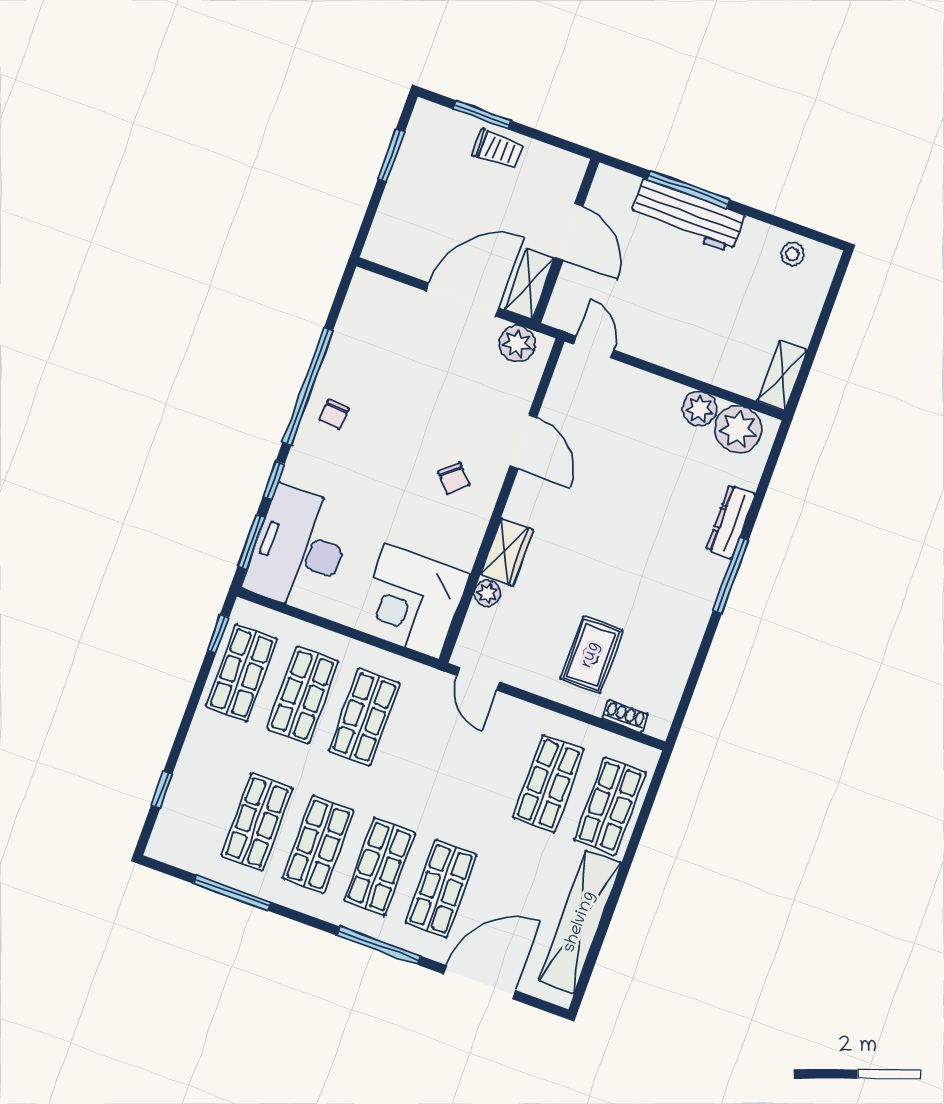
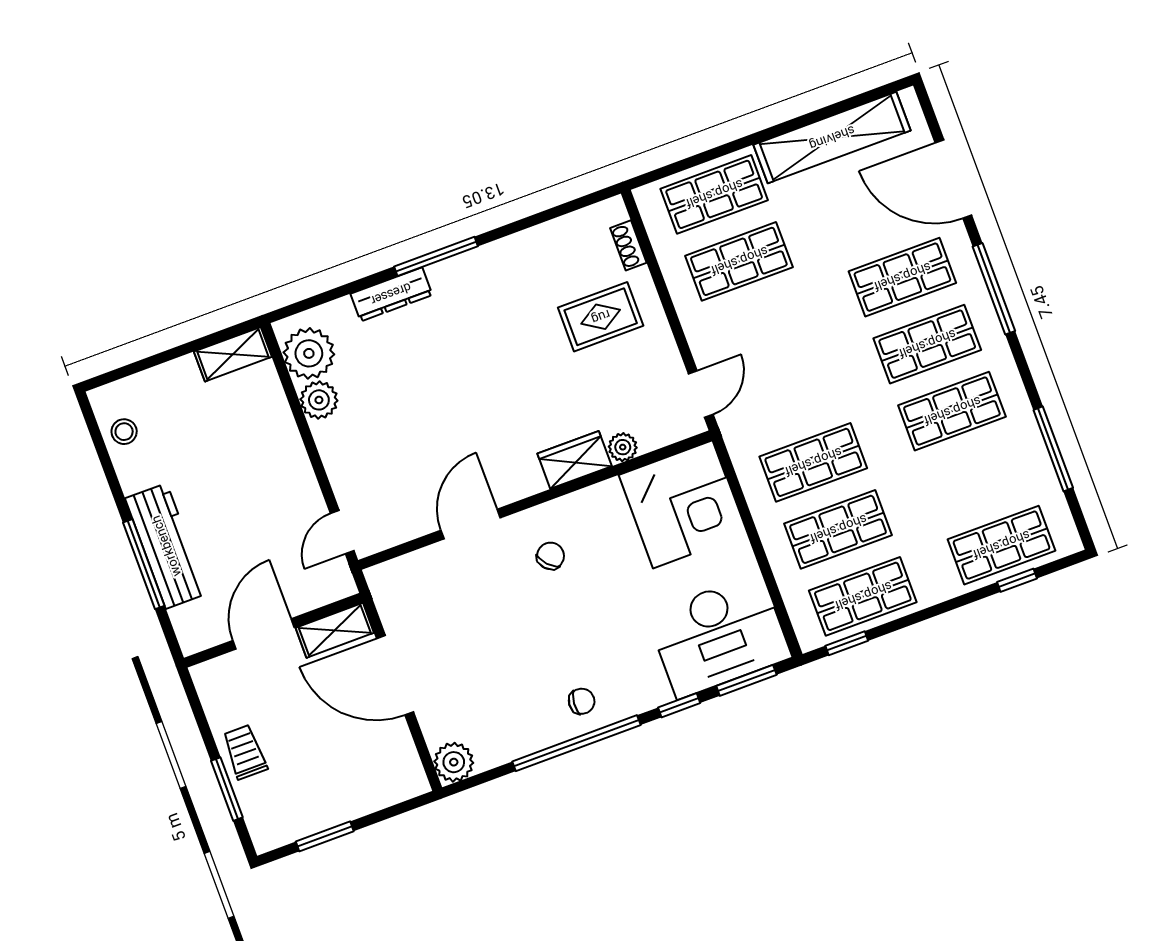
plant: (517, 343) -> (454, 762), moved
shop shelf: (257, 822) -> (1001, 545), moved

